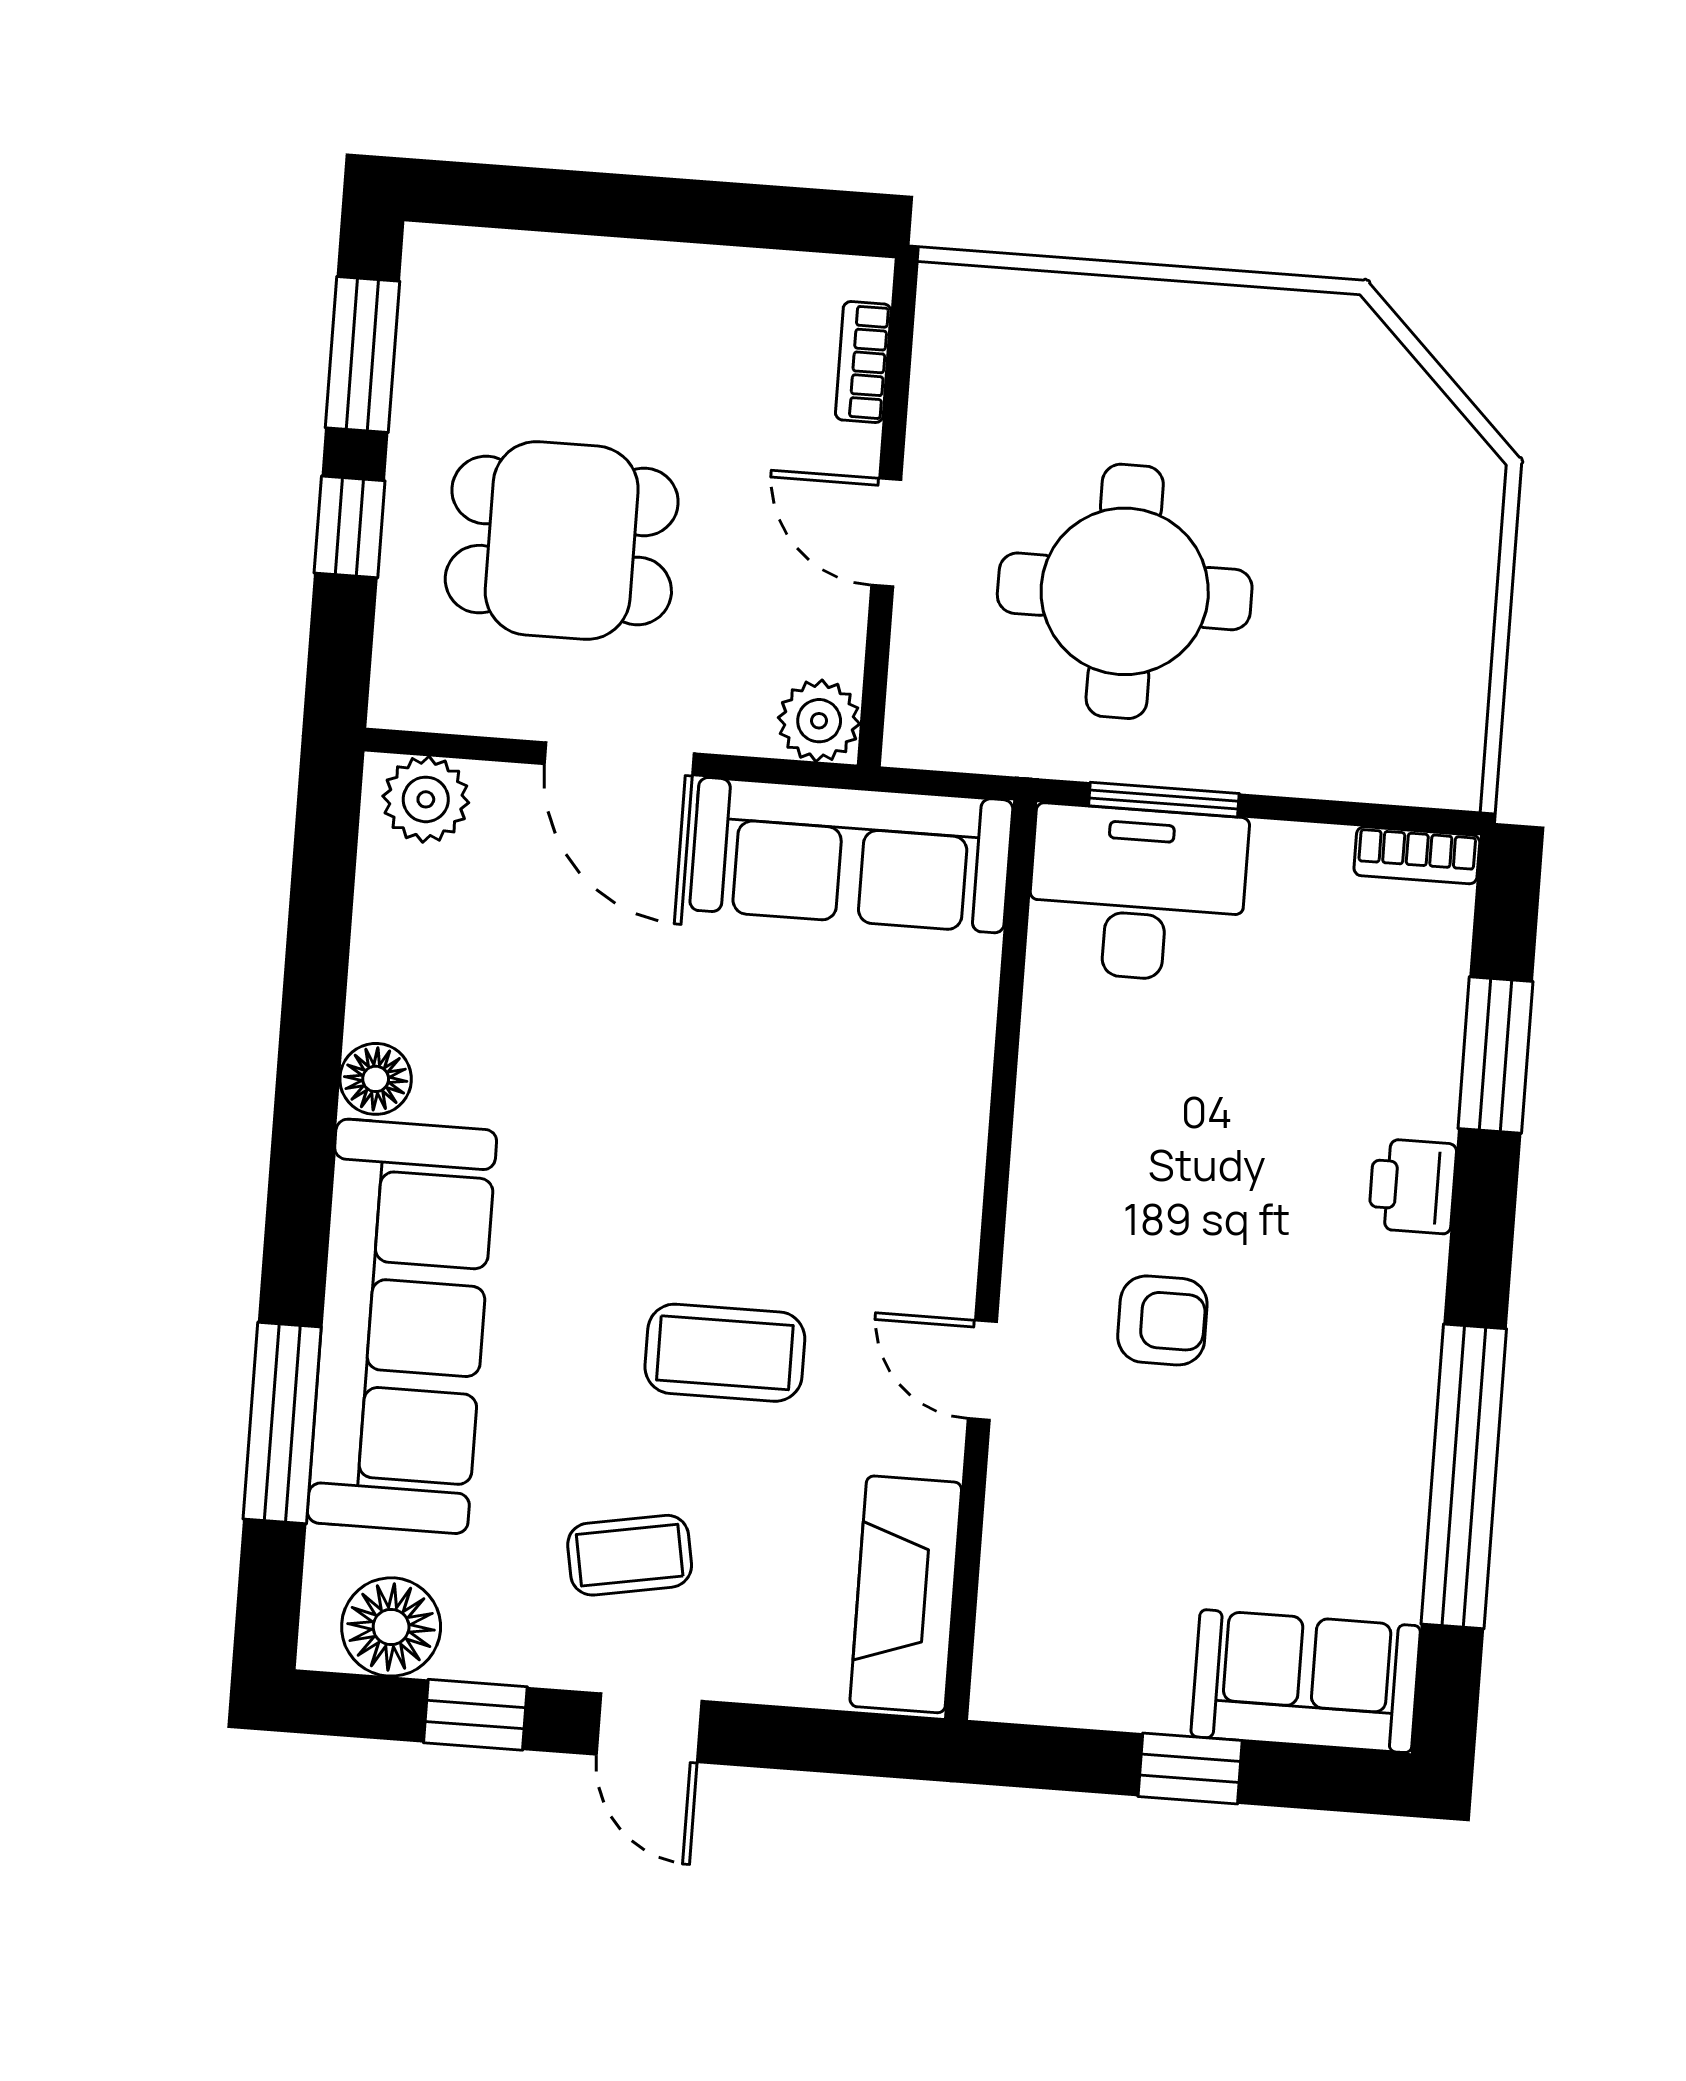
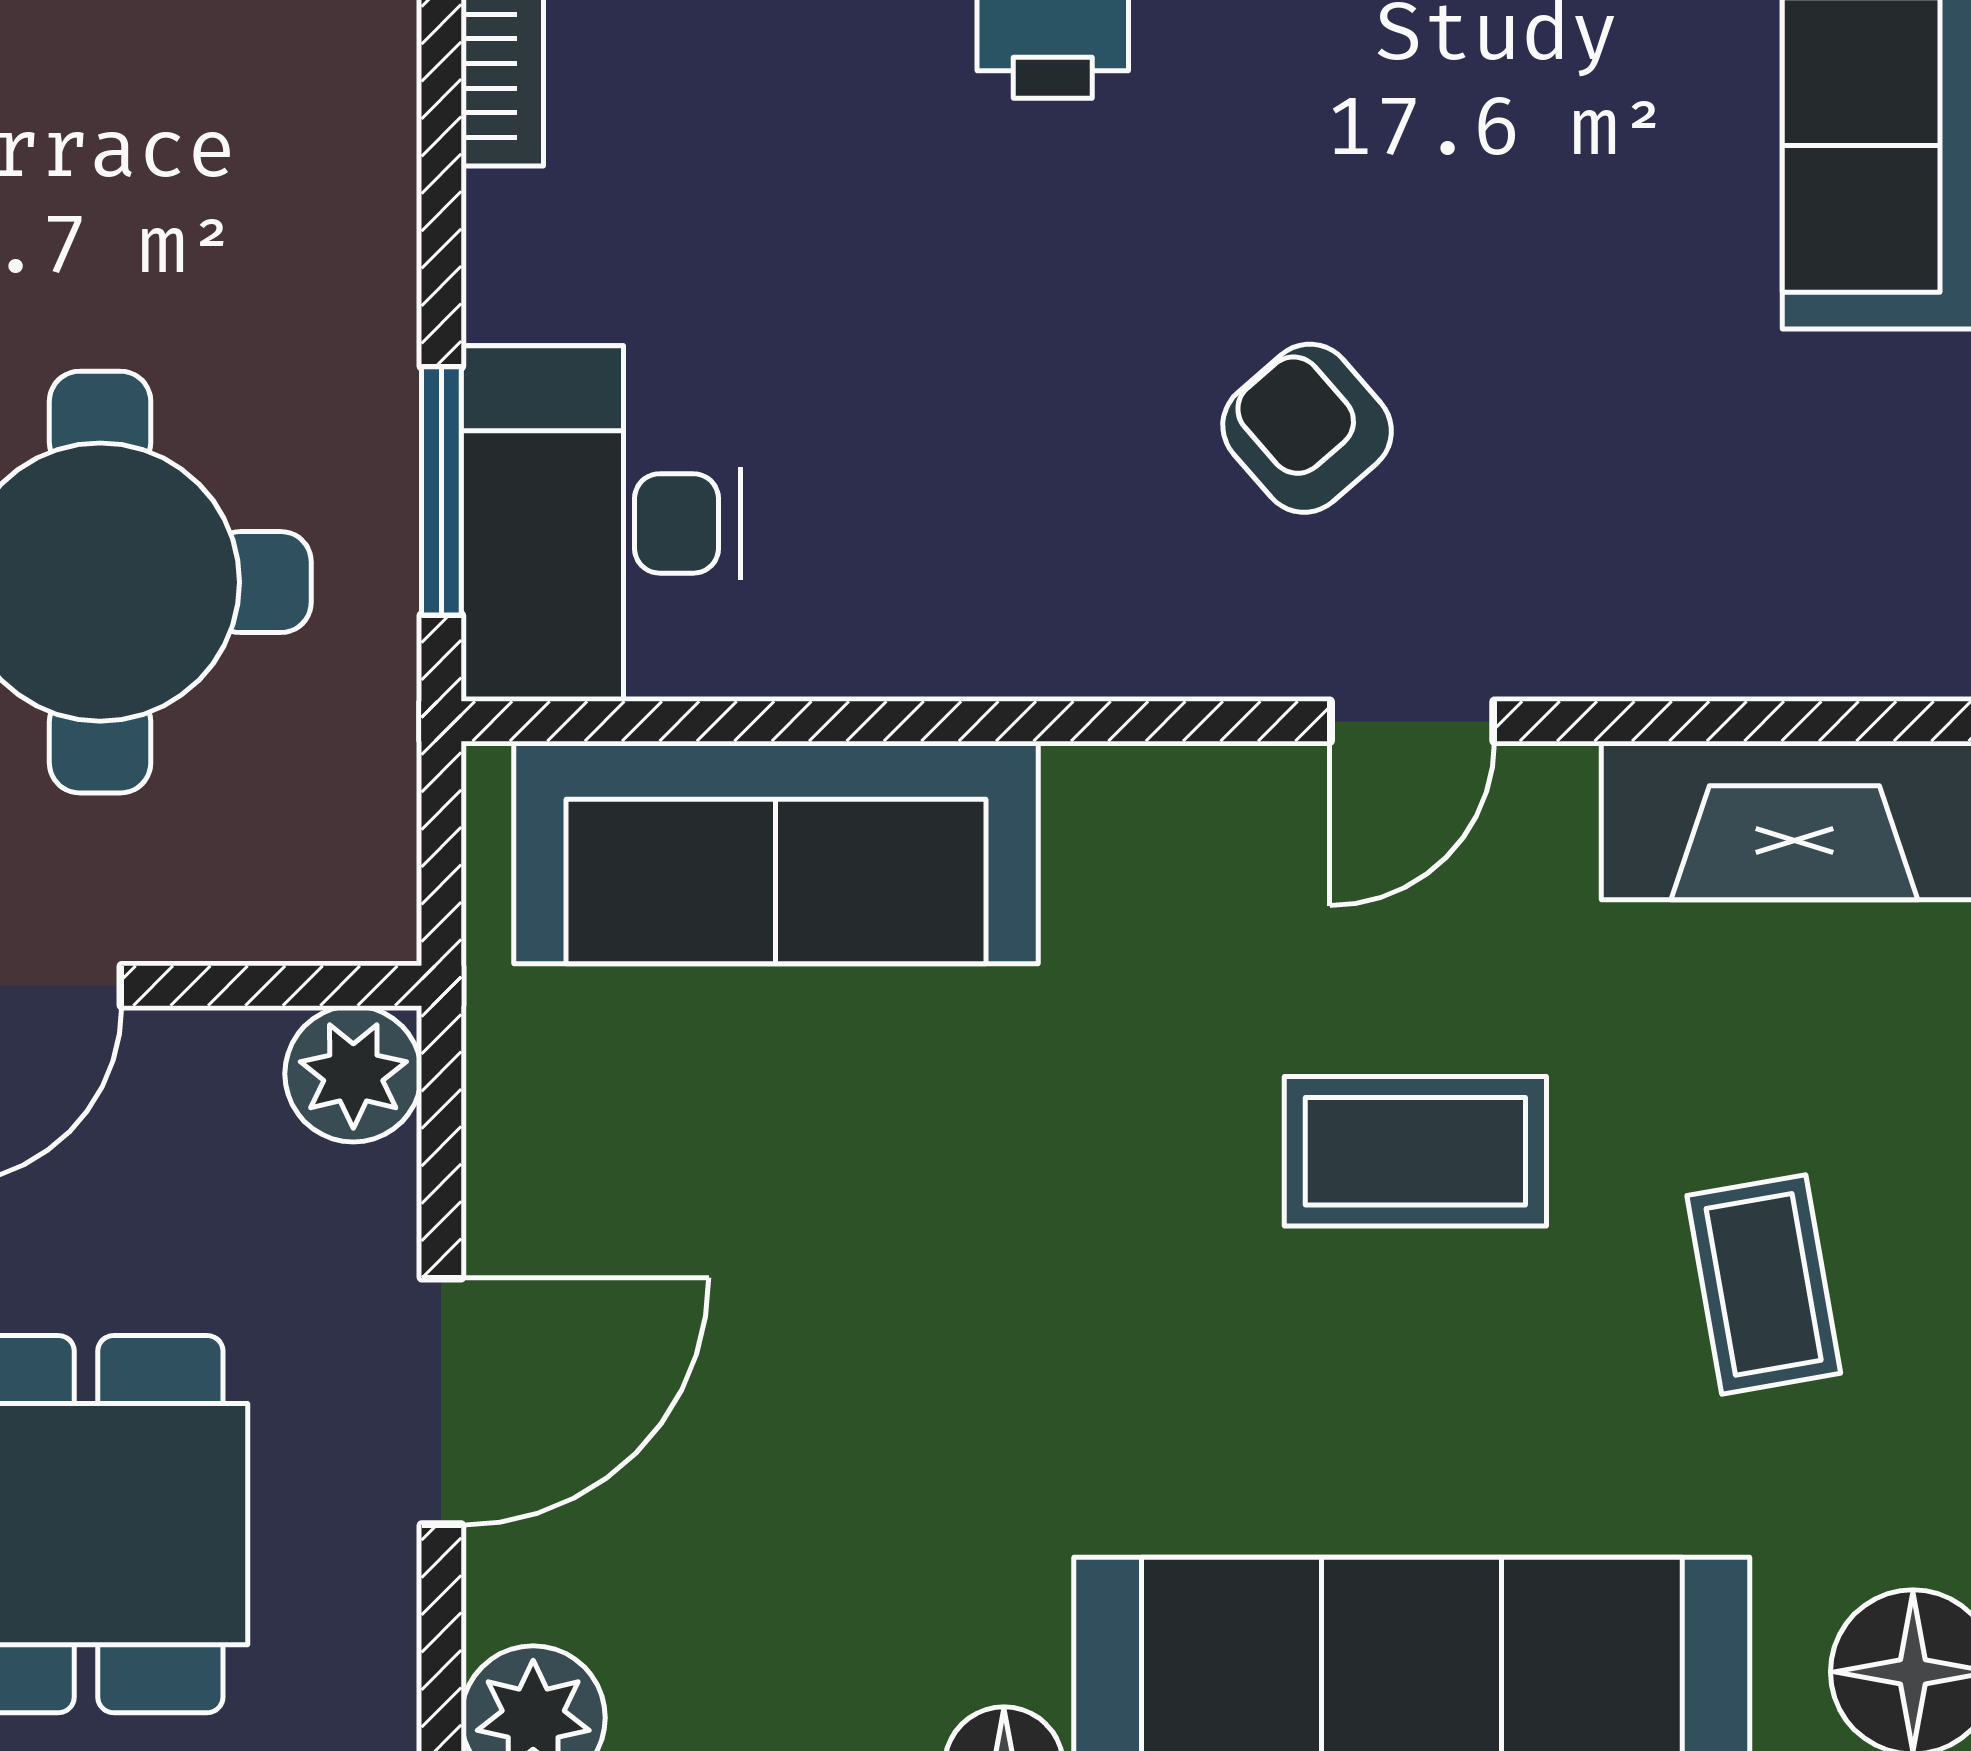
sofa: (851, 855) -> (776, 853), moved, turned 90
armchair: (1162, 1320) -> (1307, 428), turned -41
coffee table: (725, 1353) -> (1415, 1151), turned 90

